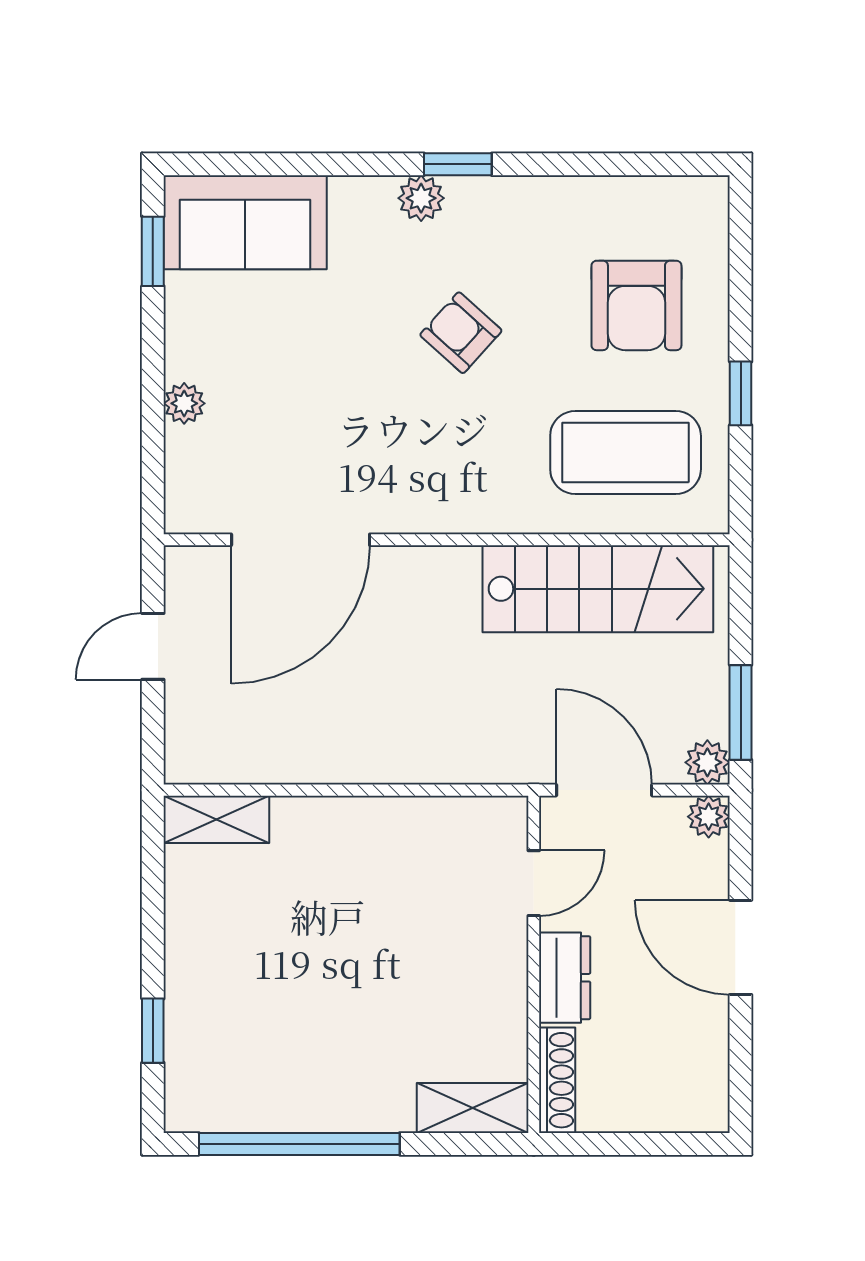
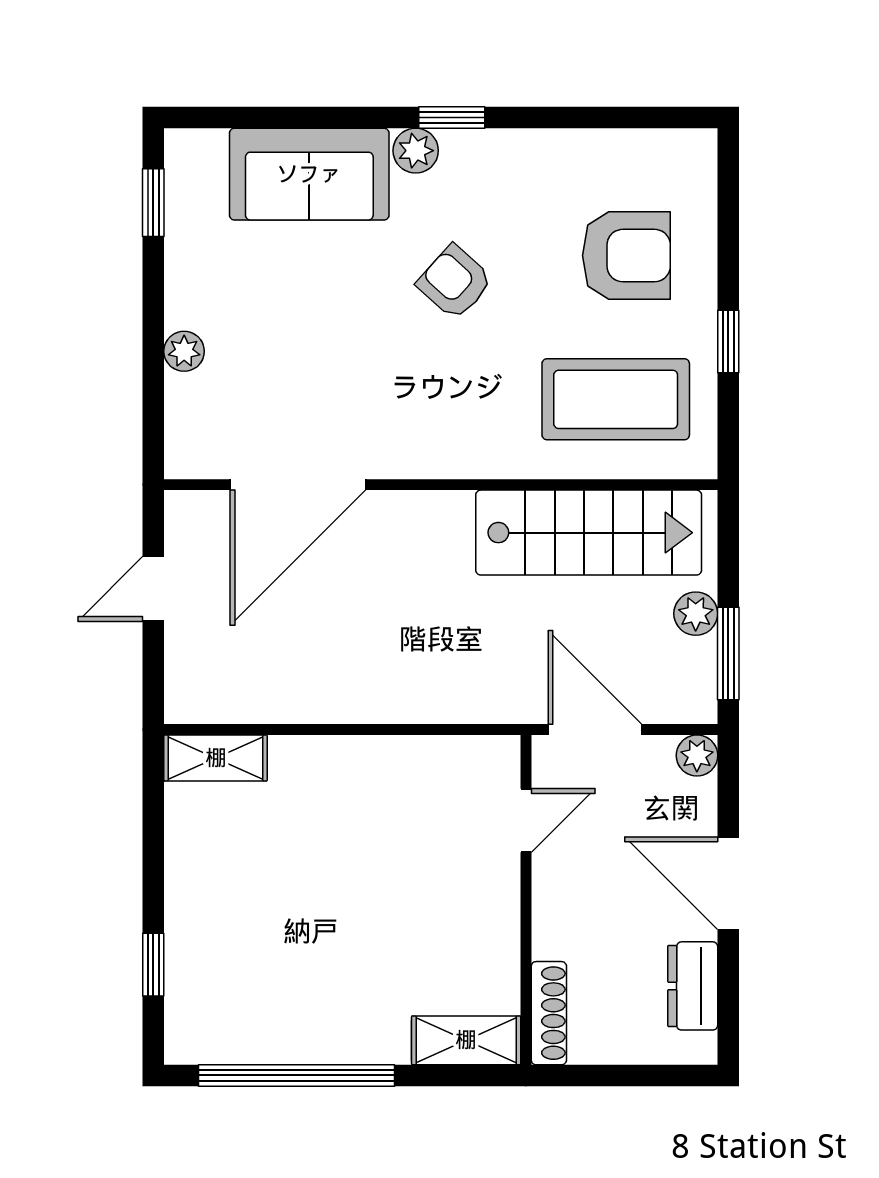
sofa: (245, 222) -> (309, 174), moved
armchair: (636, 305) -> (626, 256), turned -90
plant: (707, 762) -> (696, 614), moved
dresser: (565, 978) -> (693, 986), moved, turned 180

